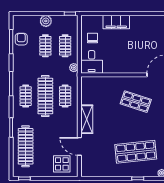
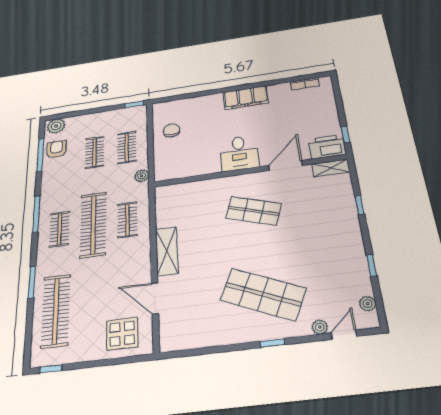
plant: (46, 21) -> (56, 126), moved
filing cabinet: (116, 22) -> (246, 98), moved
desk: (92, 62) -> (239, 153), moved
shop shelf: (136, 152) -> (263, 294), turned 30

